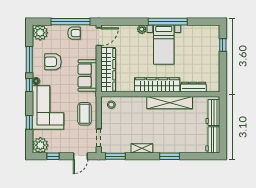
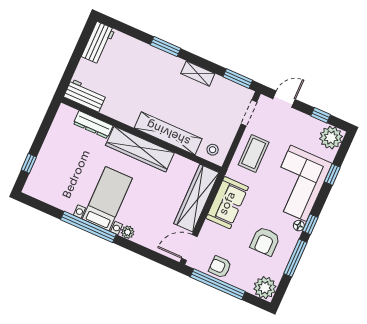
armchair: (53, 62) -> (265, 241), turned 90
shelving: (170, 103) -> (168, 133), moved
workbench: (213, 113) -> (85, 96), moved, turned -90

